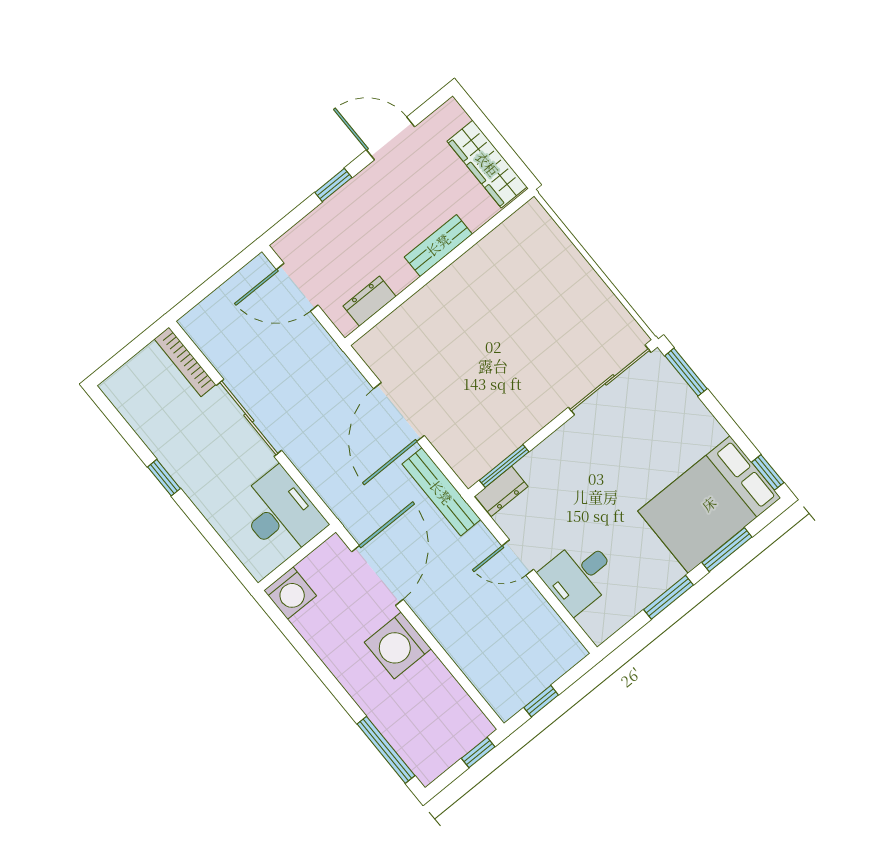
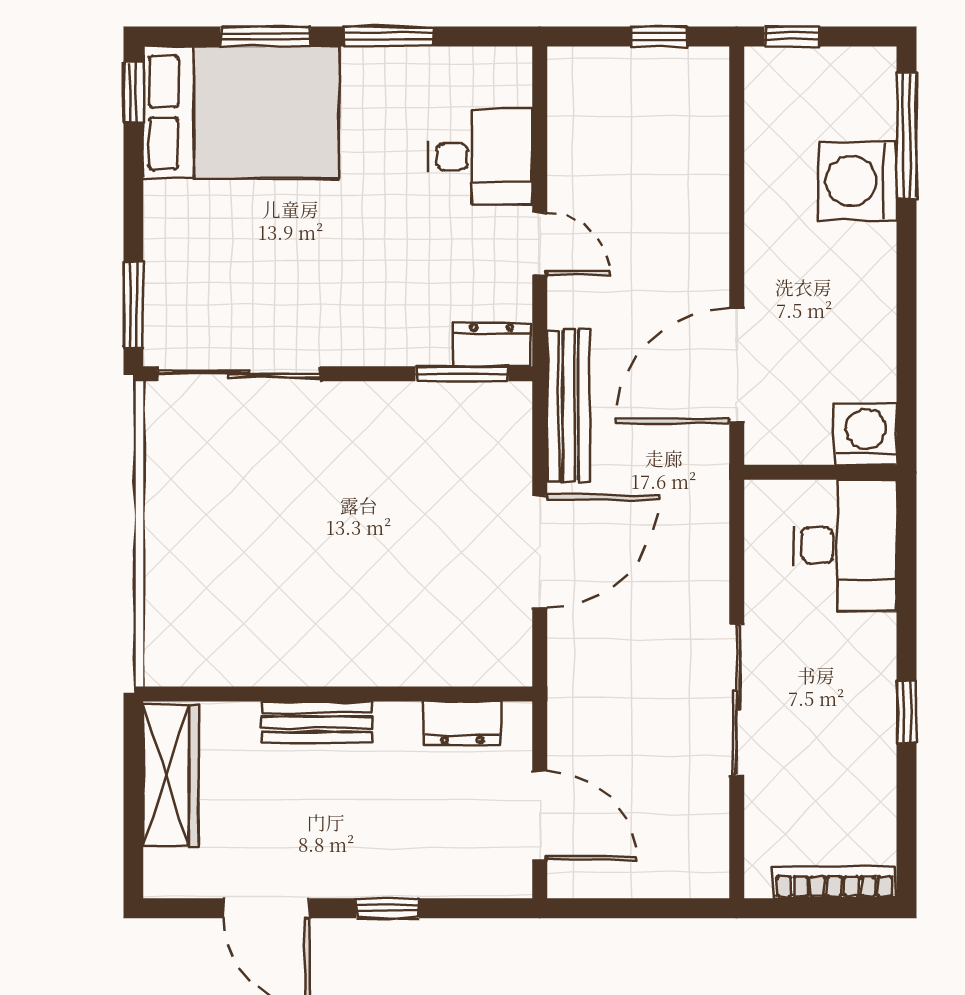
bookcase: (185, 362) -> (834, 883), moved, turned -90
desk: (280, 514) -> (845, 545), moved, turned 180
washing machine: (398, 645) -> (857, 181), moved, turned 180

